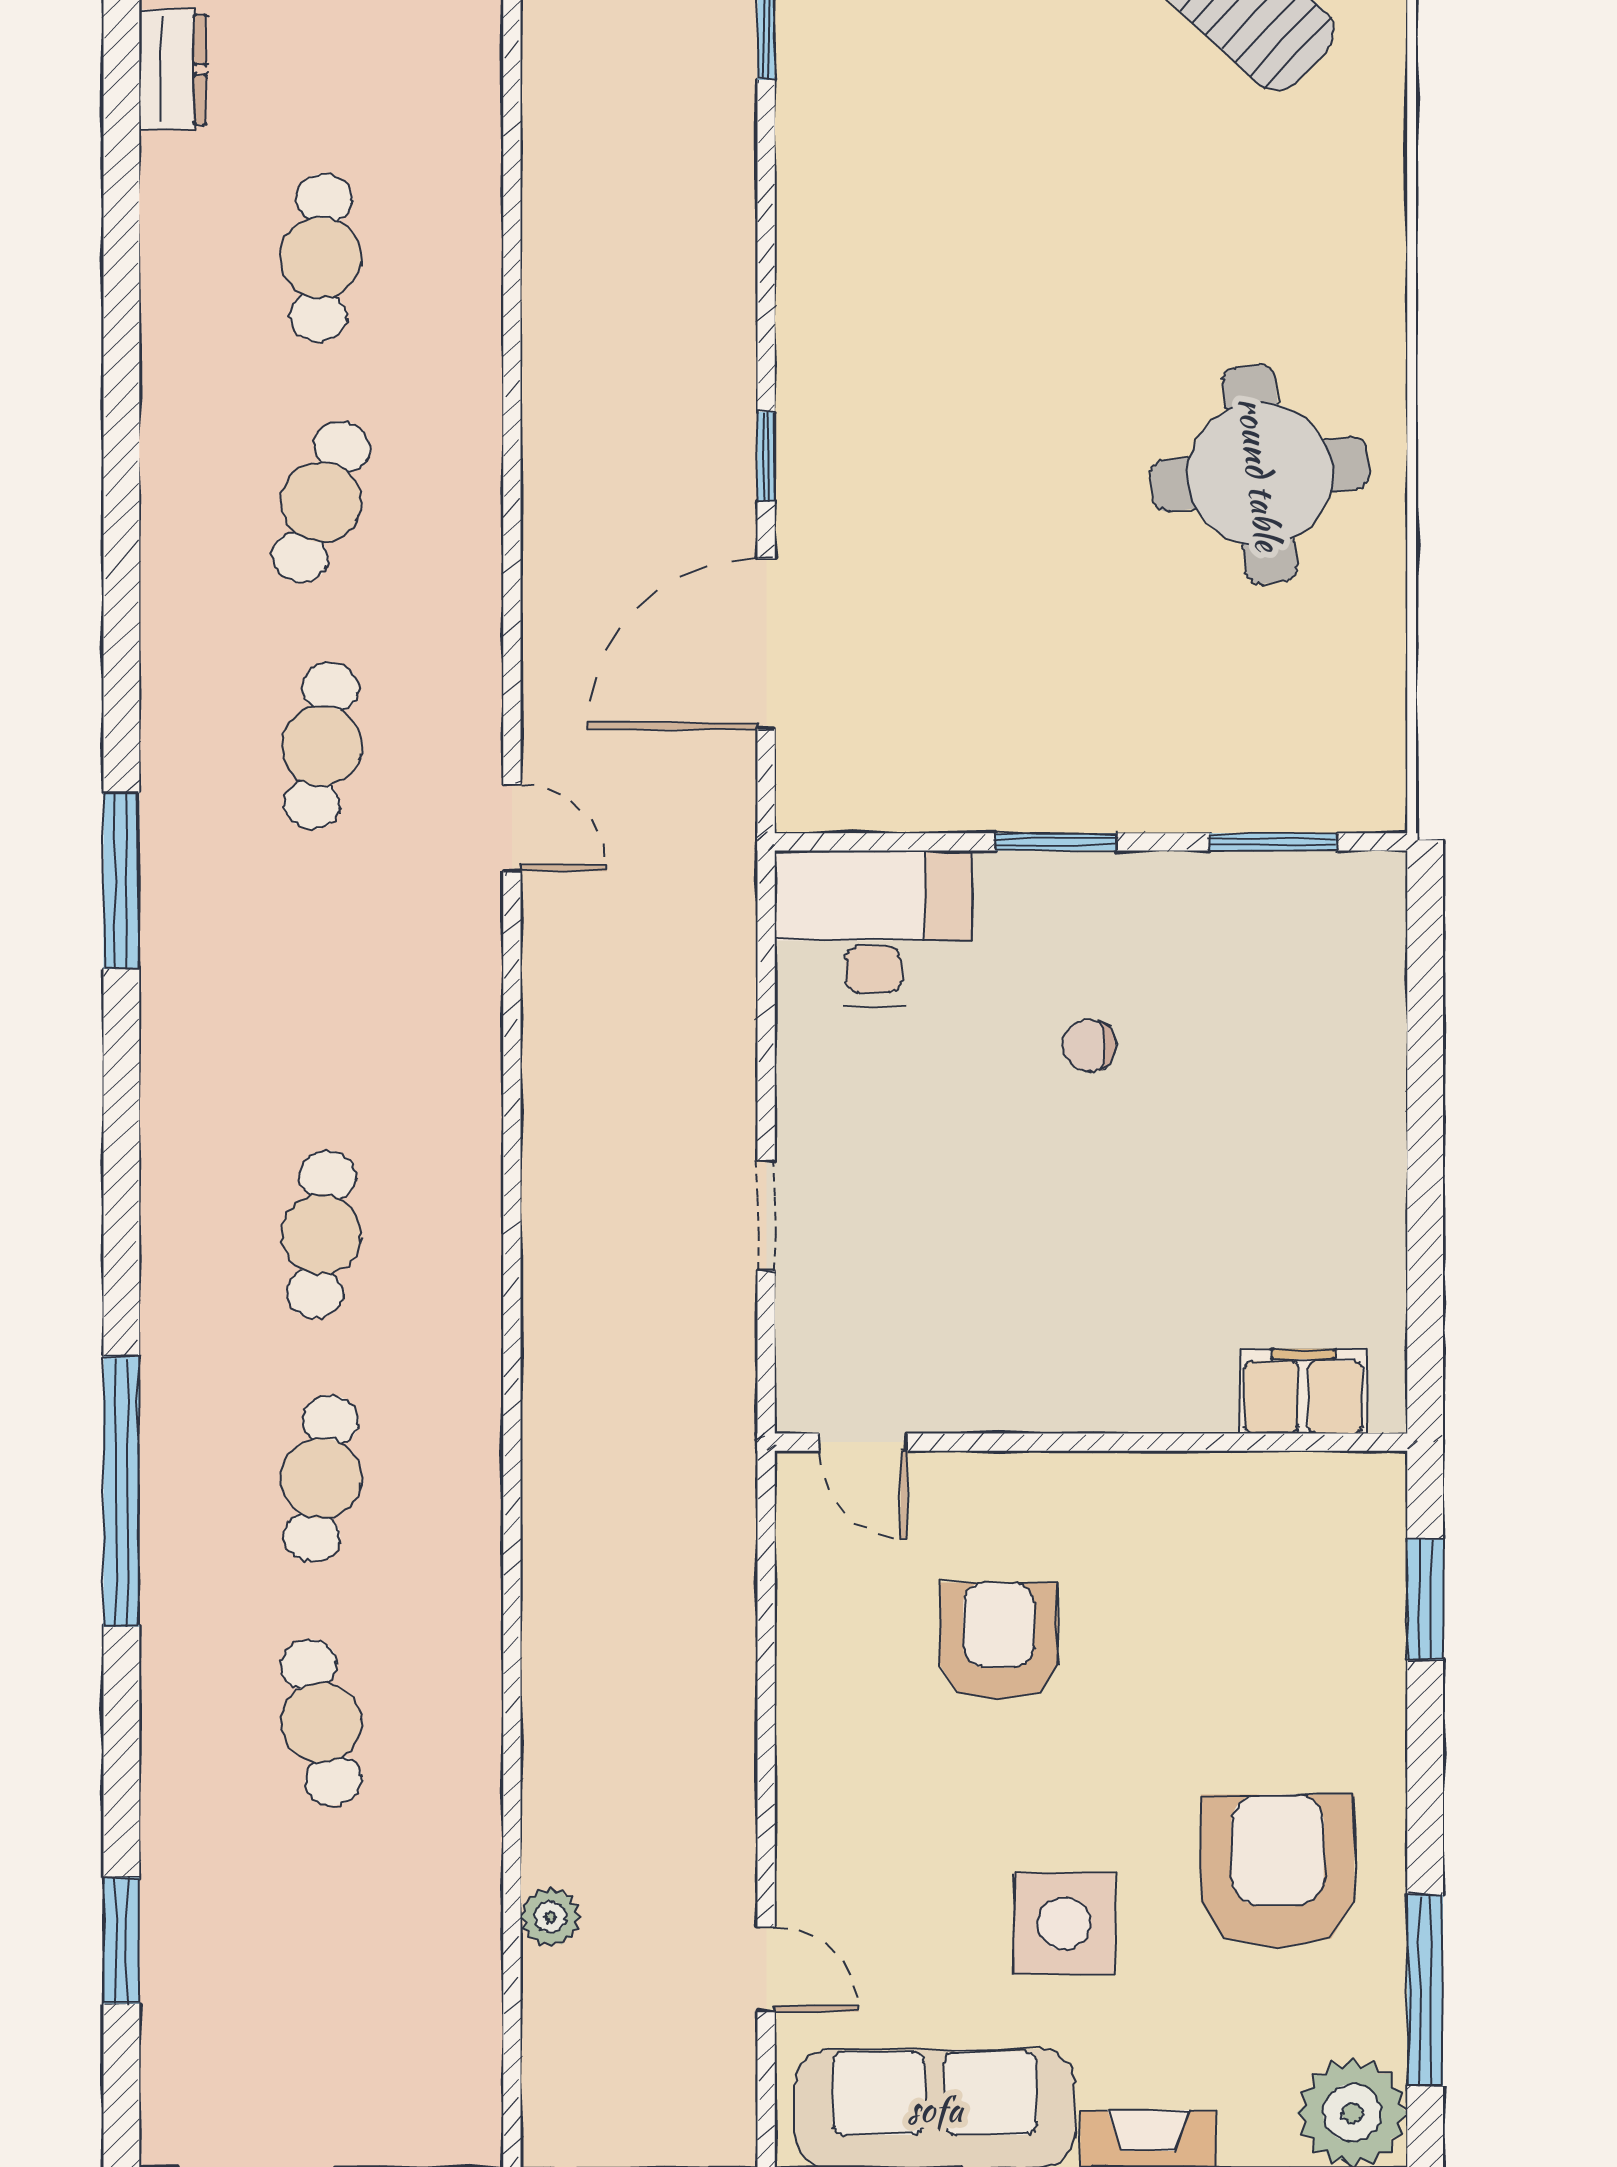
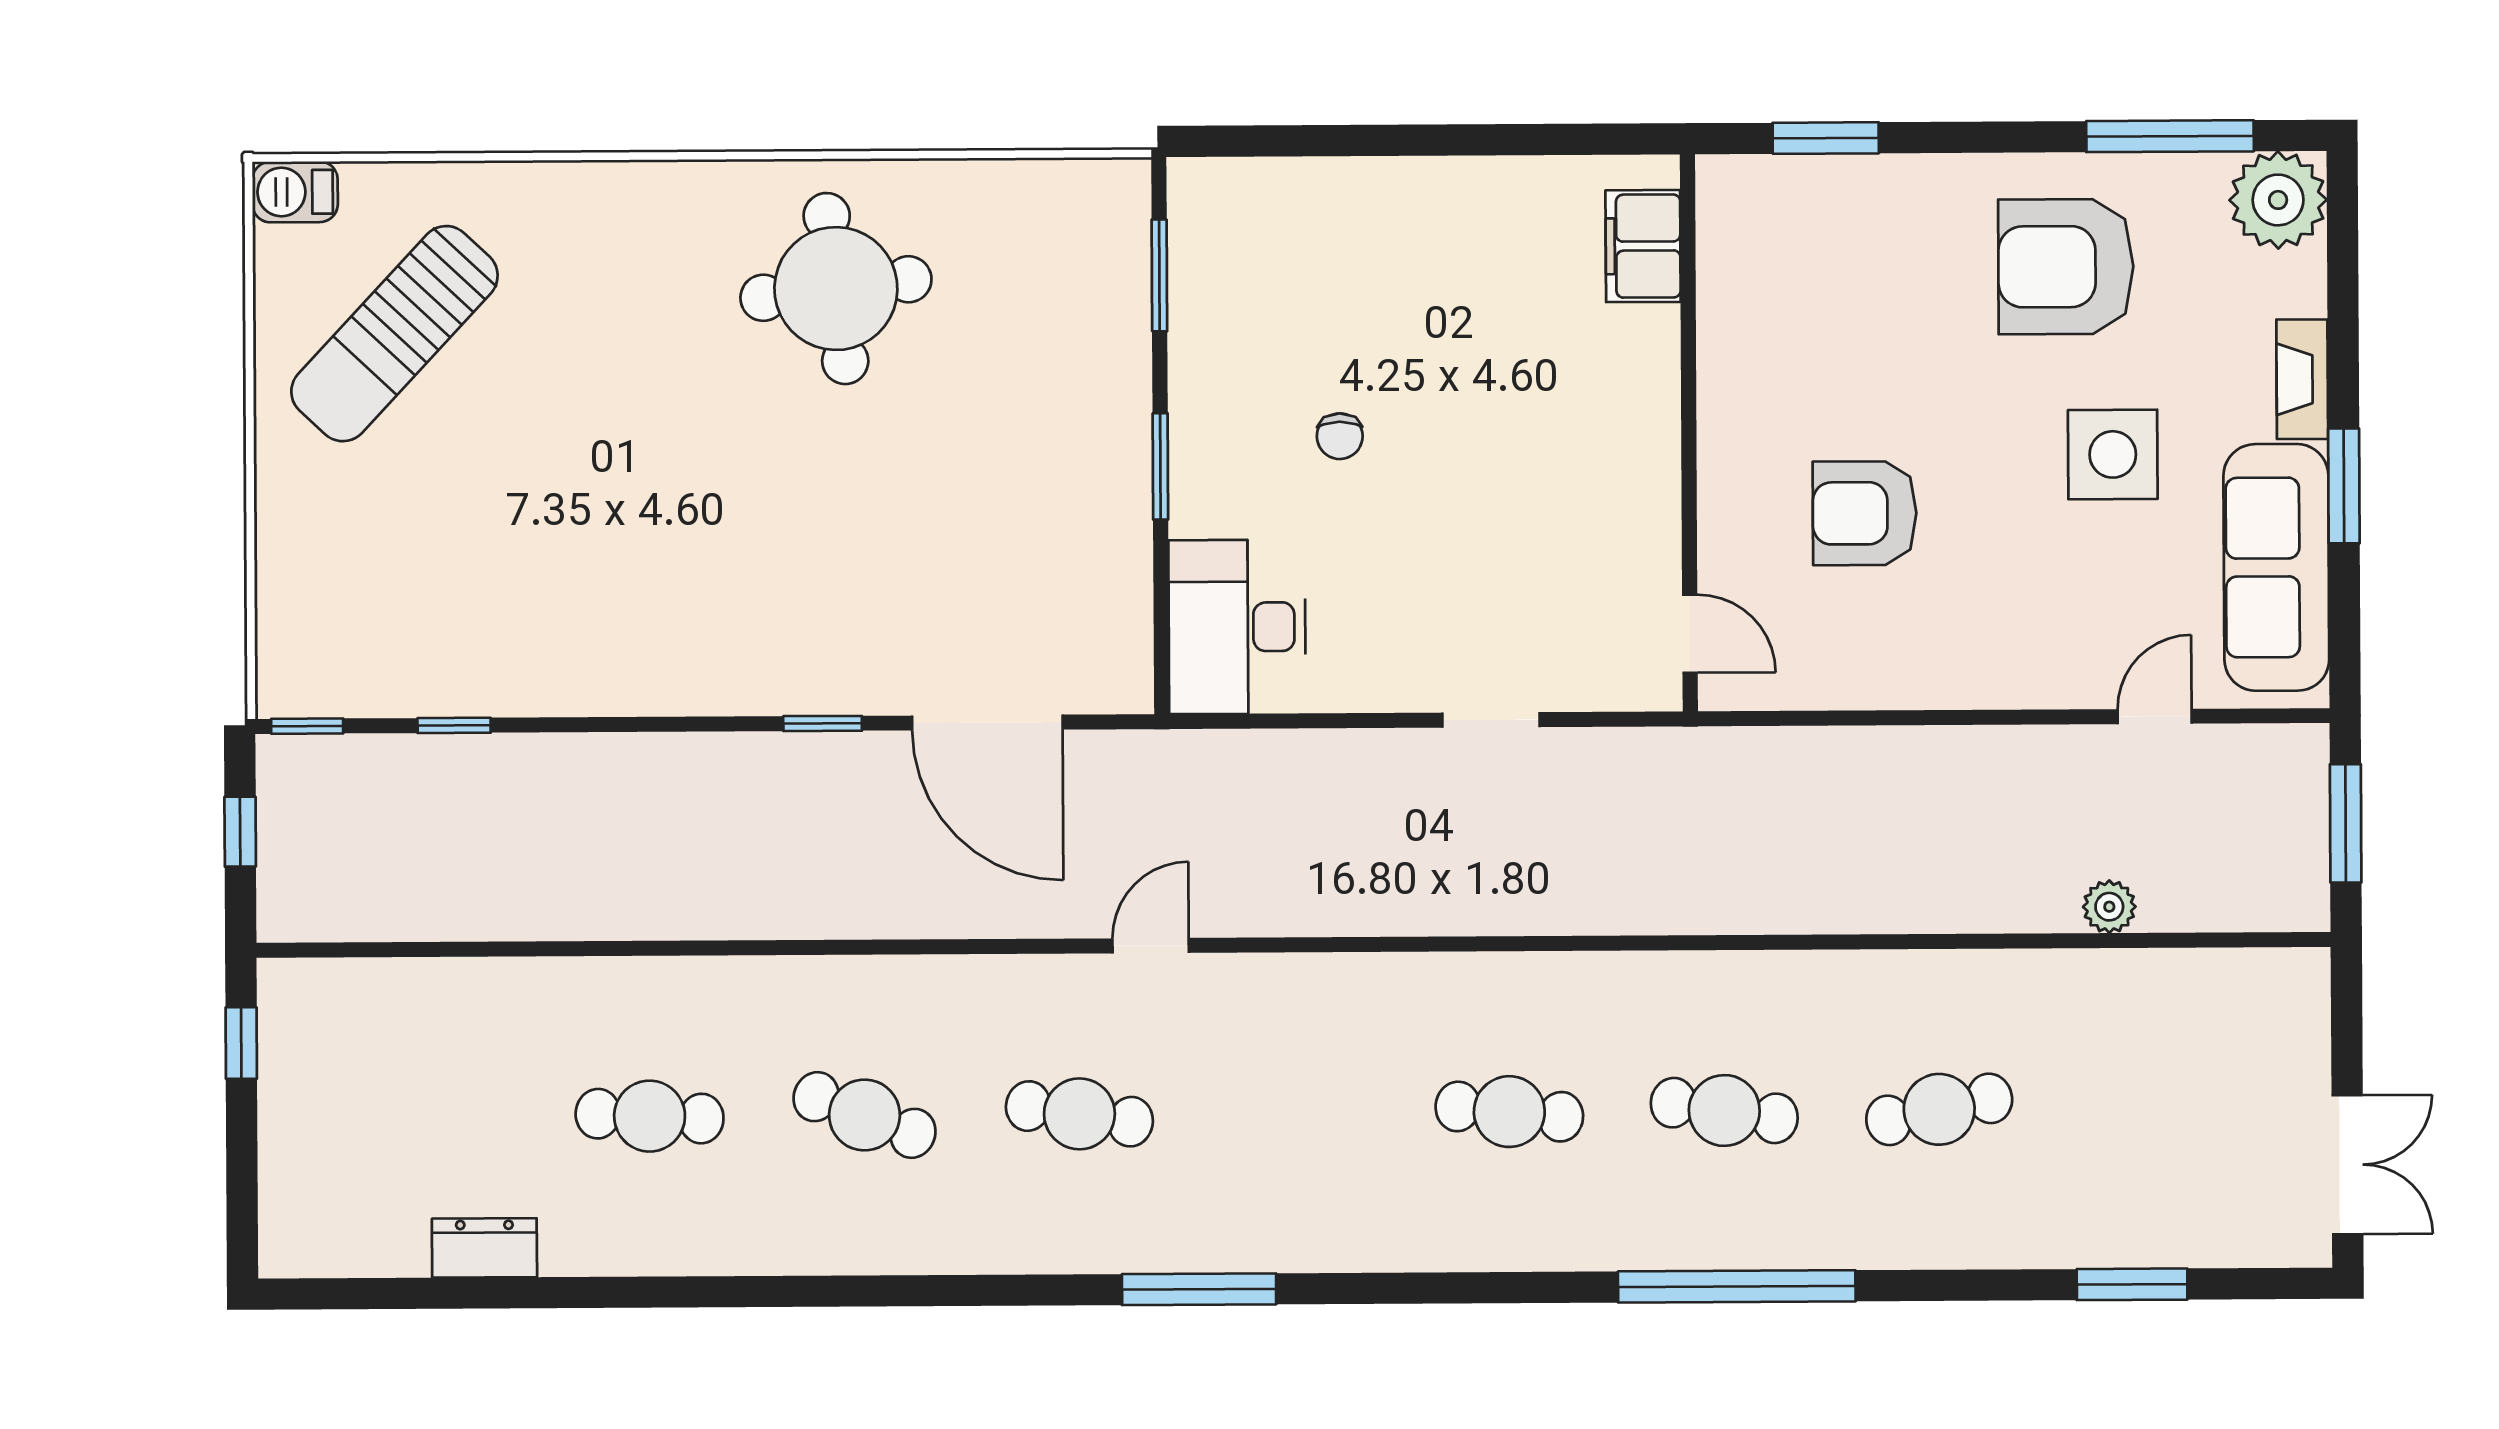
door: (863, 1442) -> (1690, 634), hinge flipped

